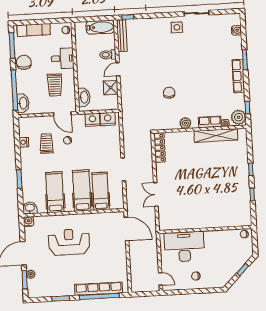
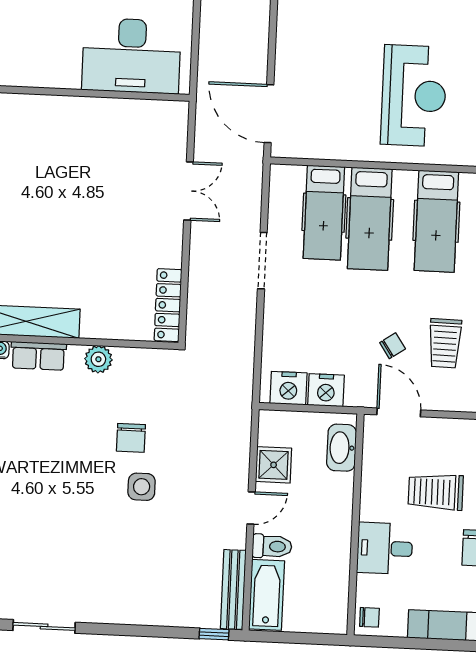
bathtub: (100, 27) -> (267, 595), moved, turned 90
side table: (177, 27) -> (142, 487), moved
trolley: (55, 85) -> (436, 492), moved, turned -91
reception desk: (69, 242) -> (414, 96), turned -90

